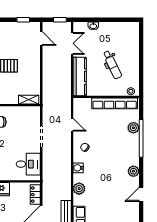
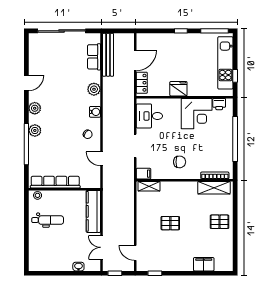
dental chair: (112, 65) -> (48, 220), moved, turned 116
filing cabinet: (34, 111) -> (144, 174), added
plant: (133, 128) -> (35, 130), moved

